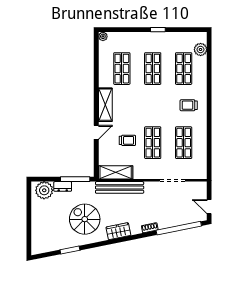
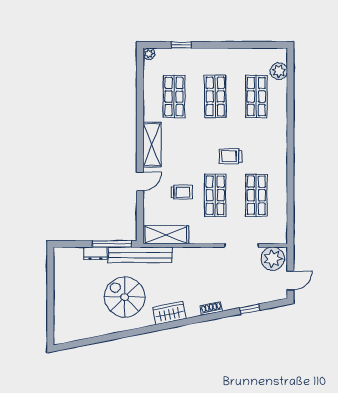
window: (158, 30) -> (181, 45), moved
trolley: (189, 105) -> (231, 156), moved
bench: (120, 187) -> (140, 255), moved
plant: (44, 190) -> (273, 259), moved
door: (209, 207) -> (290, 280), swing flipped
window: (179, 228) -> (250, 309), width x0.32
window: (70, 250) -> (105, 338), removed

